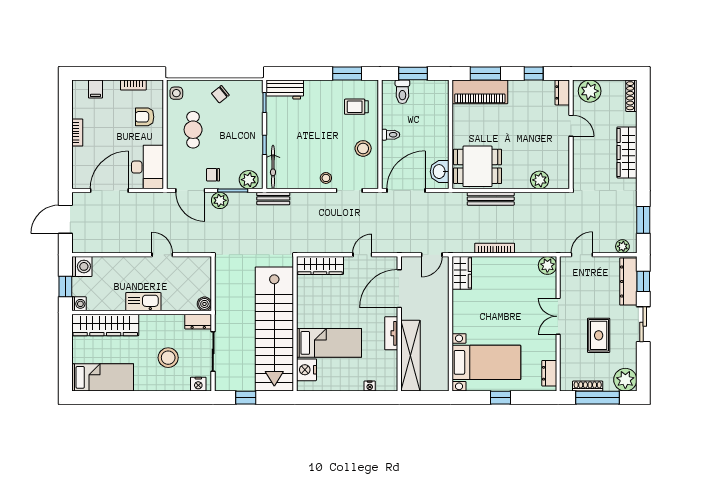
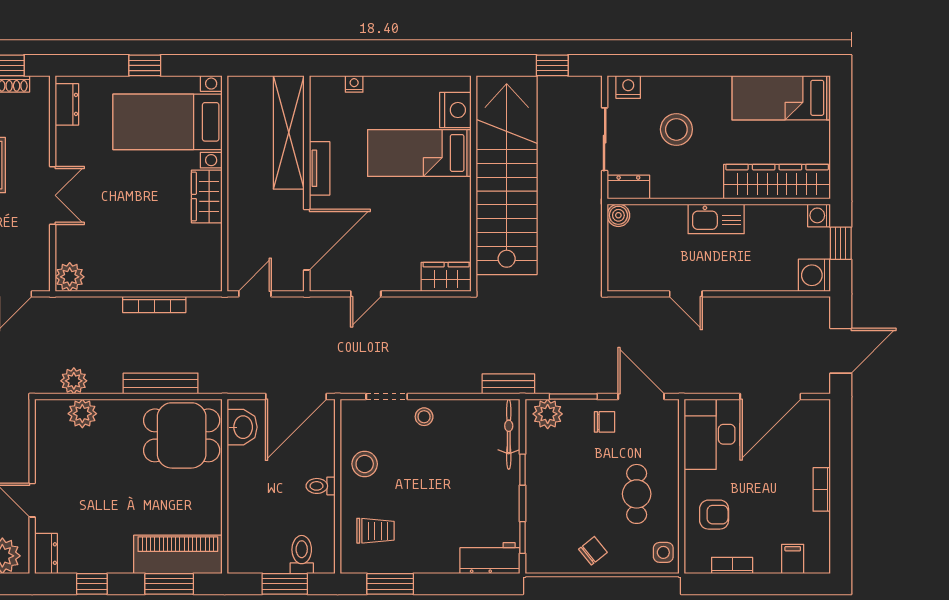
plant: (220, 200) -> (74, 381), moved
wardrobe: (320, 265) -> (446, 277), width x0.67
wardrobe: (462, 273) -> (207, 196), moved

